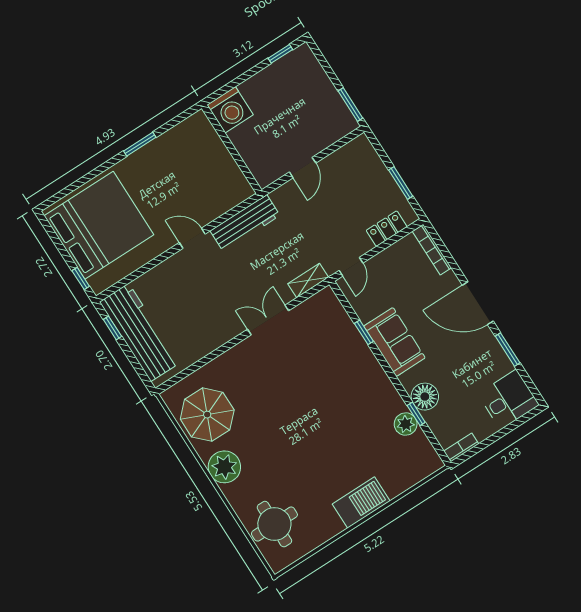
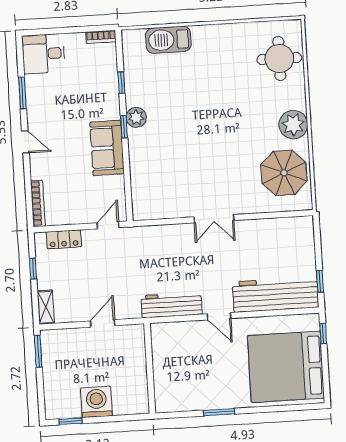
washing machine: (230, 110) -> (96, 402), moved
window: (401, 183) -> (33, 269), width x0.67
shelving: (308, 281) -> (46, 307), moved, turned 90
door: (478, 303) -> (25, 142), width x0.53
double door: (268, 320) -> (214, 219), moved
workbench: (140, 332) -> (276, 295), moved, turned 90
window: (364, 332) -> (124, 127), moved
floor lamp: (425, 397) -> (107, 92), removed
plant: (406, 424) -> (136, 117), moved
barbecue: (361, 502) -> (168, 40), moved

